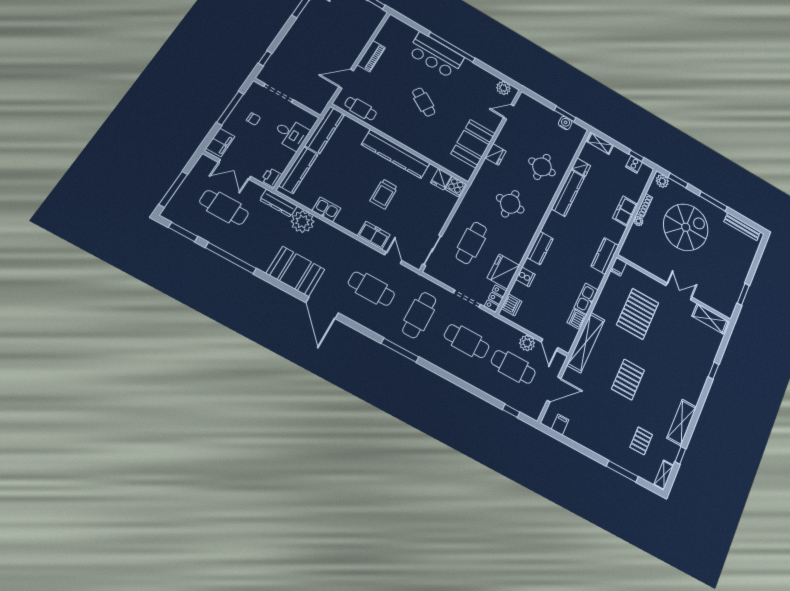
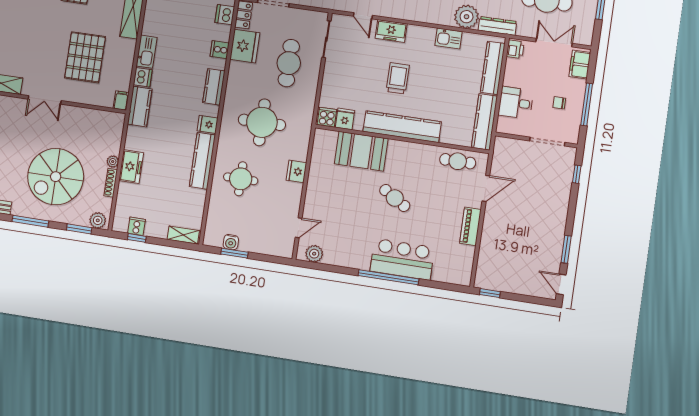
booth: (473, 144) -> (361, 151), moved, turned 90
fridge: (581, 167) -> (208, 124), moved
round table: (510, 204) -> (262, 122), width x1.36, depth x1.36
dishwasher: (577, 319) -> (143, 77), moved

